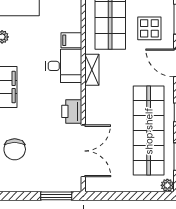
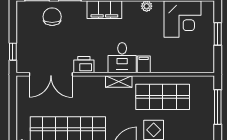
chair: (15, 149) -> (52, 17), turned 90
window: (56, 196) -> (13, 52), width x0.67

